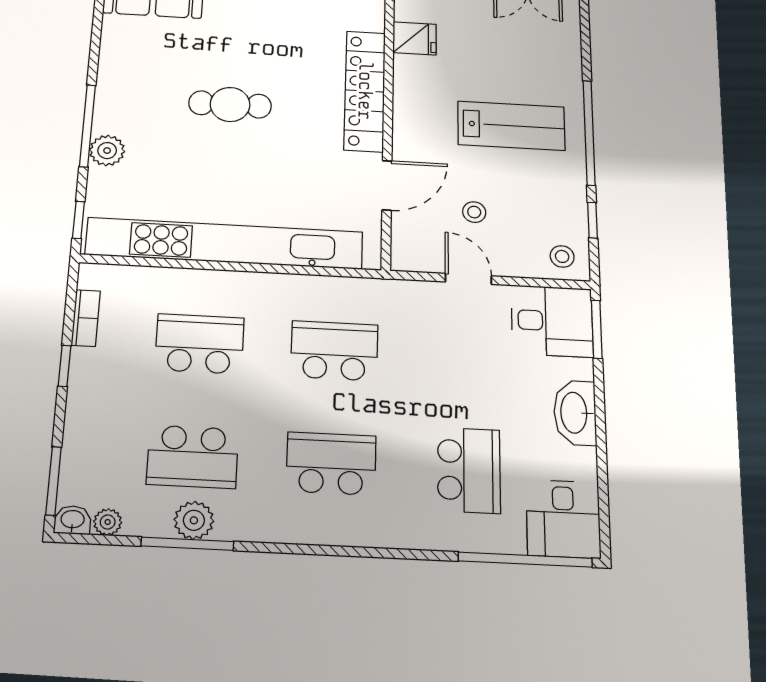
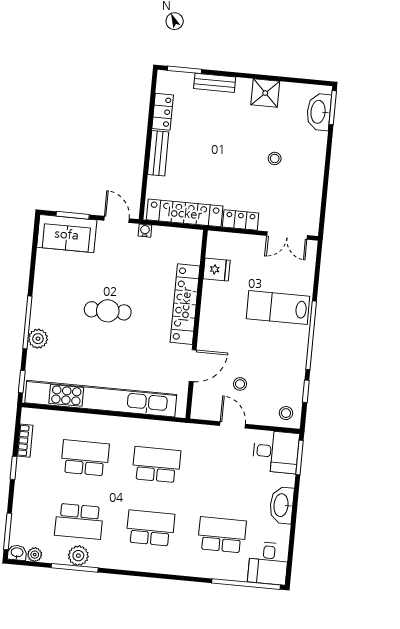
lab bench: (511, 126) -> (278, 307), moved, turned 180
school desk: (469, 470) -> (222, 535), turned -90

